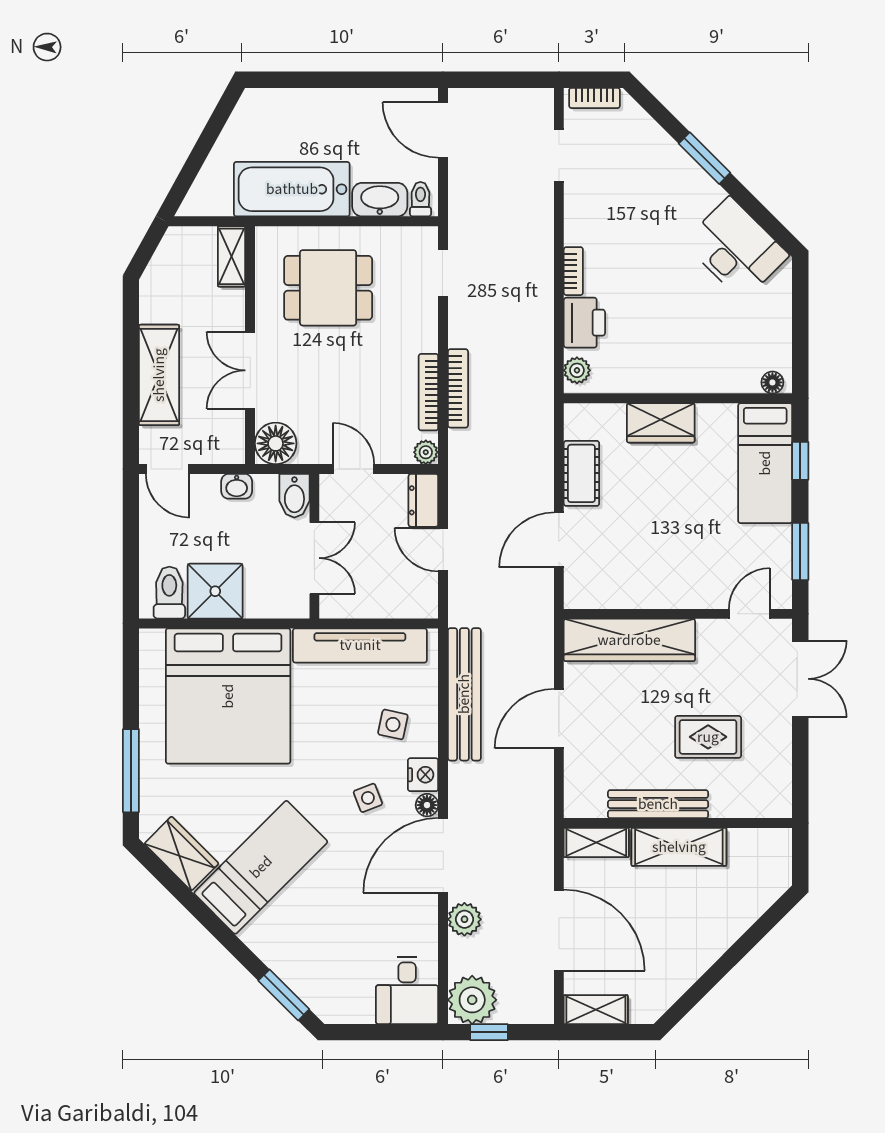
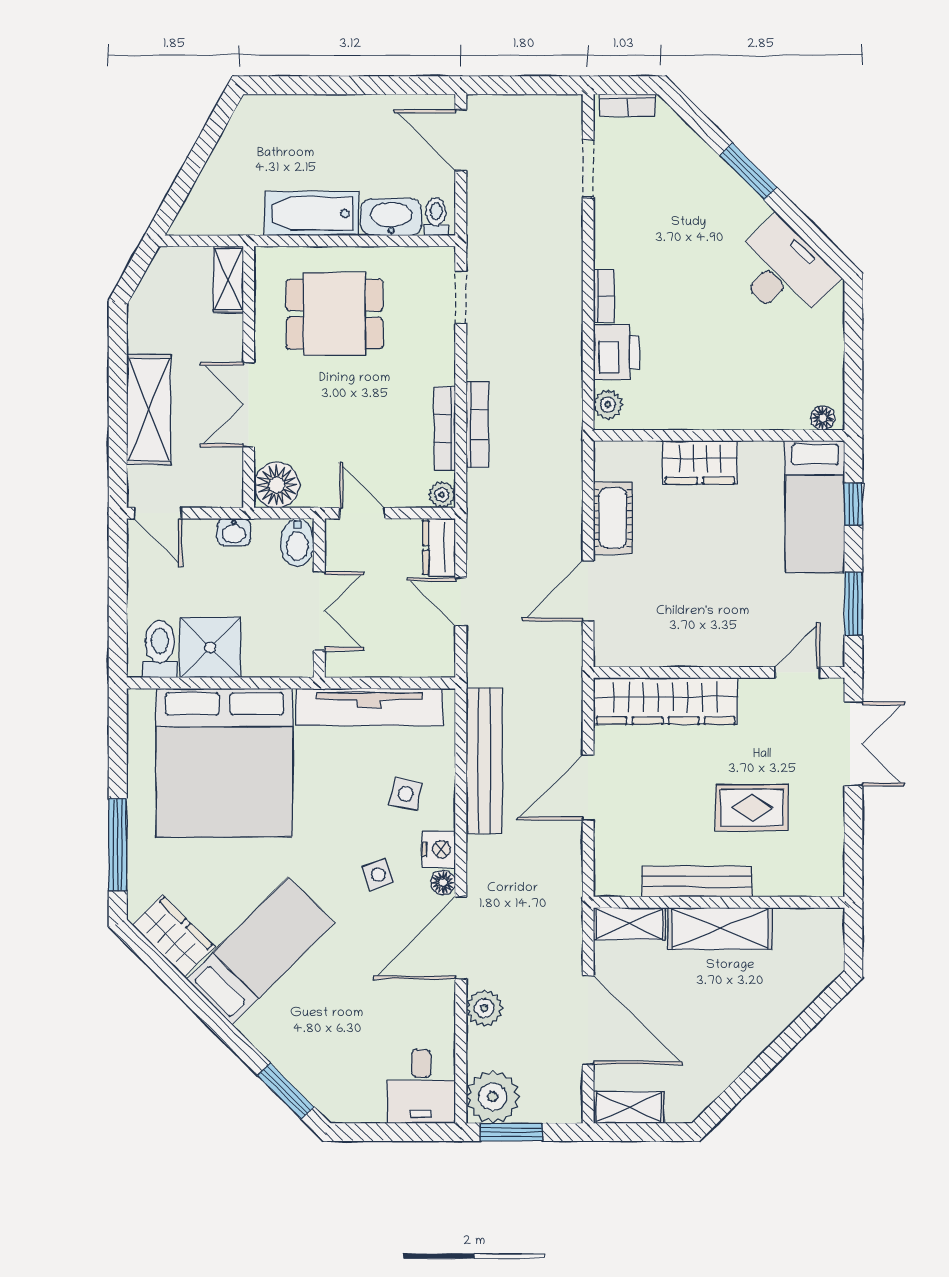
bathtub: (292, 189) -> (311, 214), width x0.73, depth x0.73
window: (489, 1032) -> (511, 1132), width x1.50

